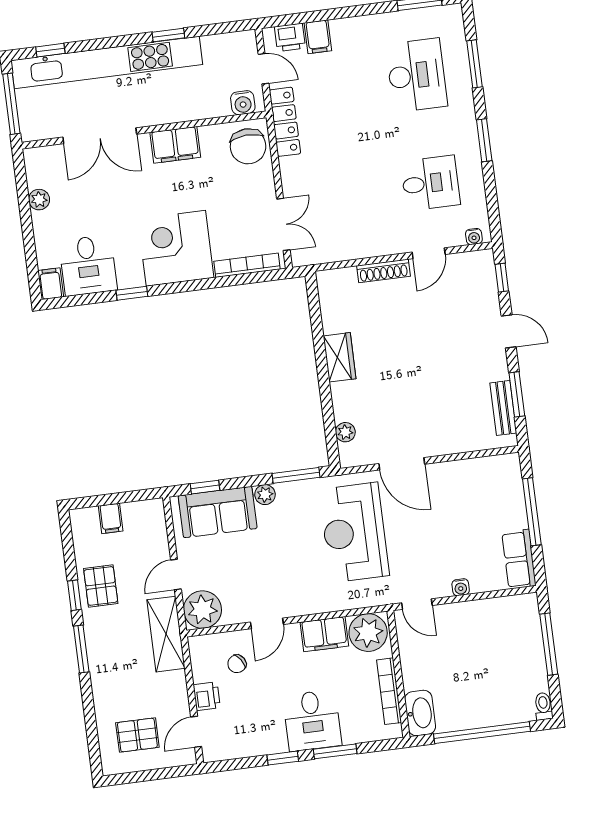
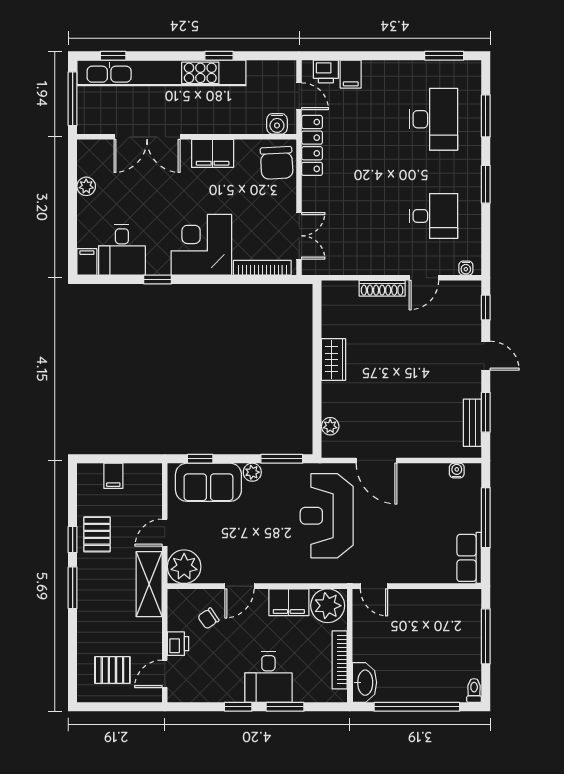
water cooler: (461, 587) -> (457, 471), moved, turned 180

